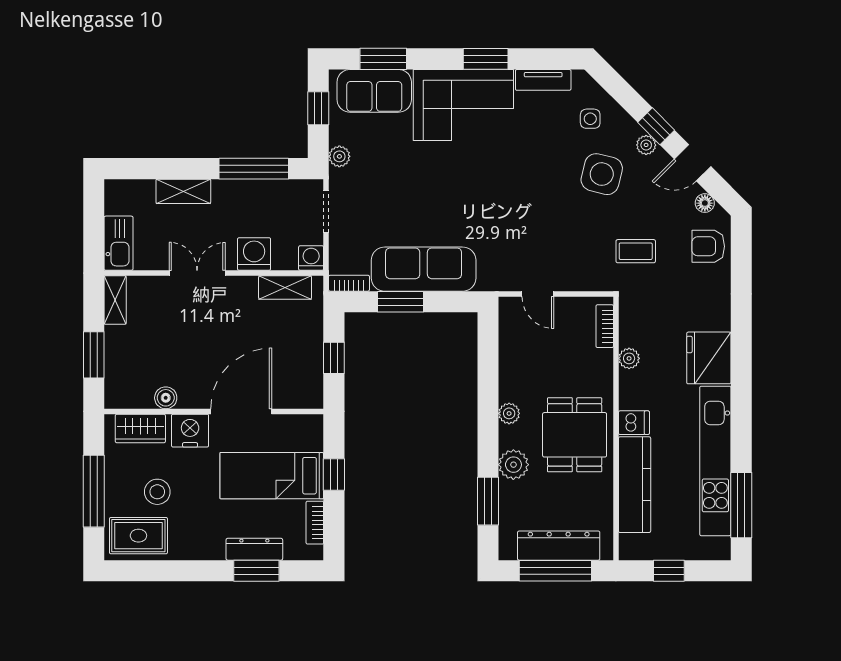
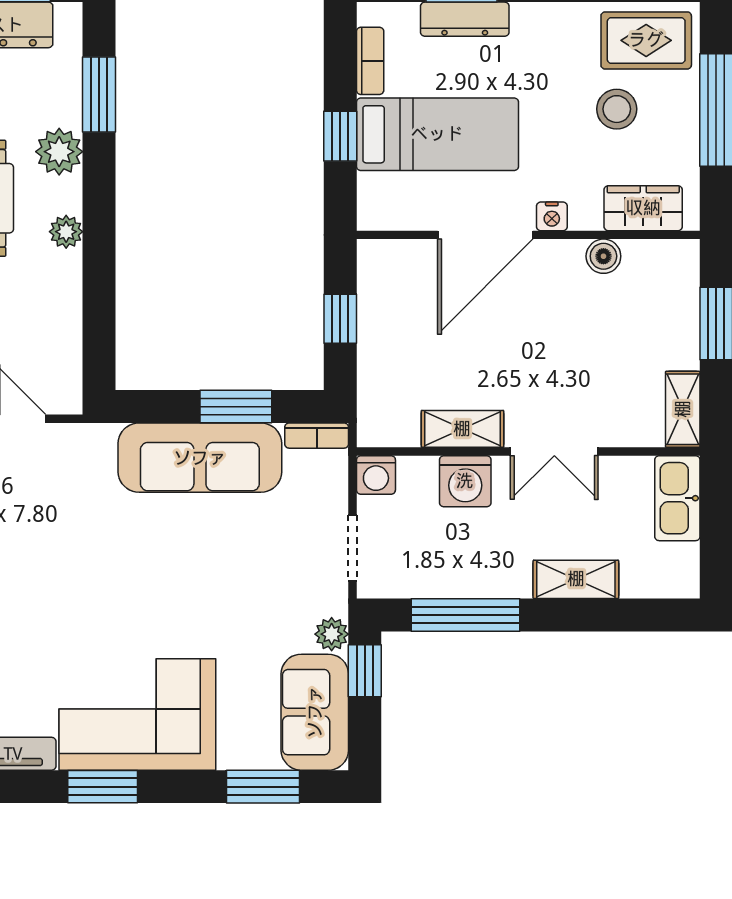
sofa: (374, 91) -> (315, 712), moved, turned -90
window: (318, 108) -> (365, 671), moved
shelving: (285, 287) -> (462, 429), moved
nightstand: (190, 431) -> (552, 216), width x0.53, depth x0.56

